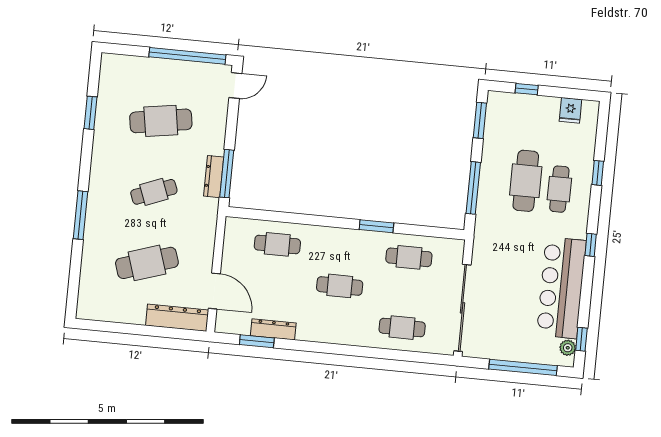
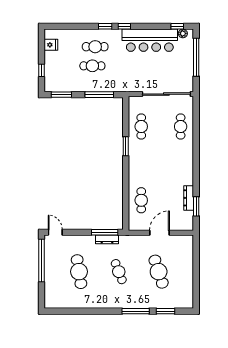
window: (91, 113) -> (166, 311), moved
window: (598, 173) -> (105, 26), moved
cafe table: (526, 181) -> (92, 66), width x0.73, depth x0.74
cafe table: (340, 286) -> (161, 163), removed
door: (214, 291) -> (159, 233), moved
dresser: (177, 318) -> (187, 252), removed

